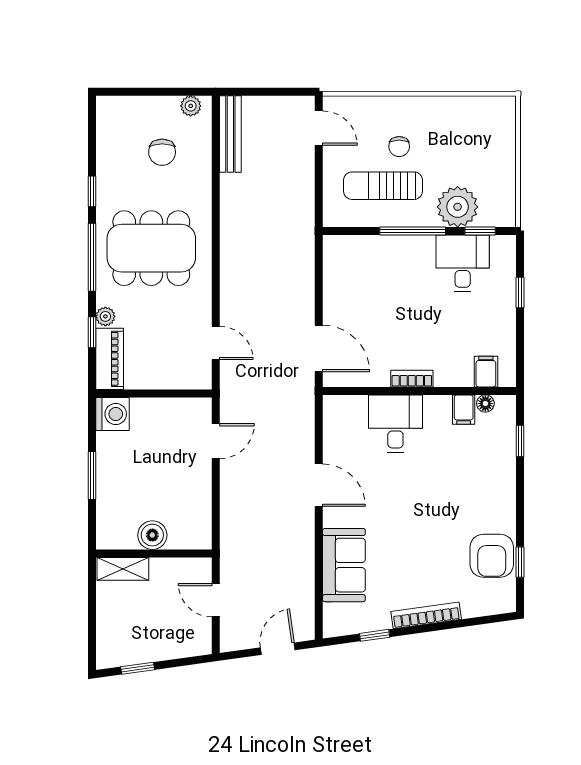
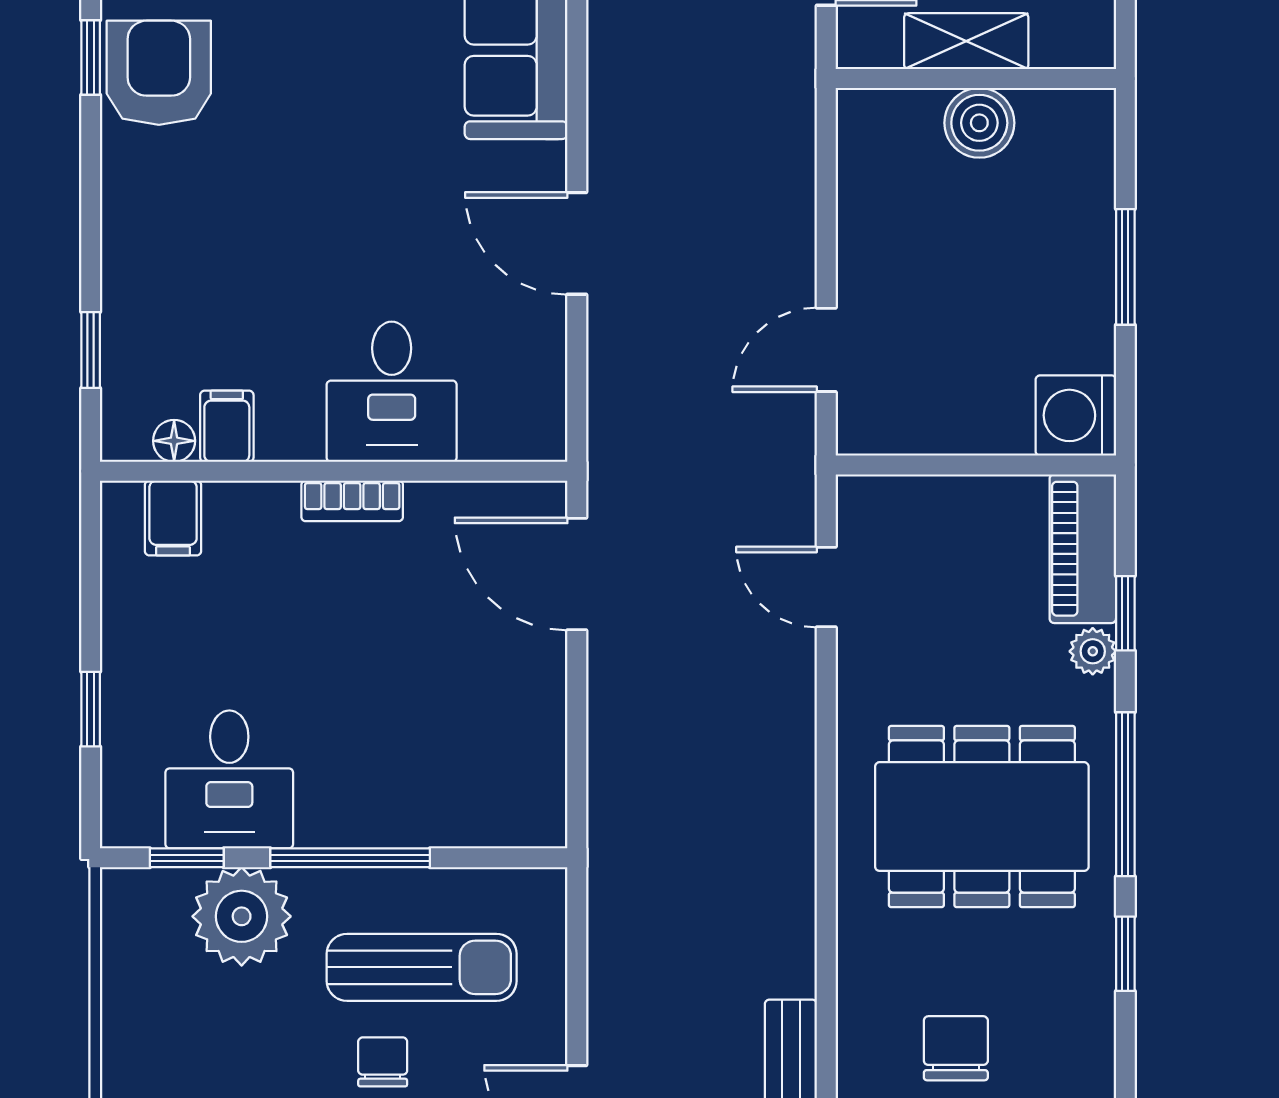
shelving: (123, 569) -> (966, 41), moved

